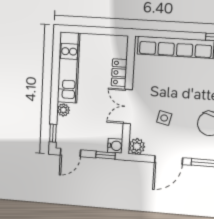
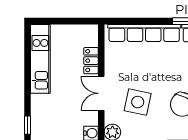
plant: (63, 110) -> (37, 101), removed
side table: (164, 118) -> (138, 102), width x1.87, depth x1.87

